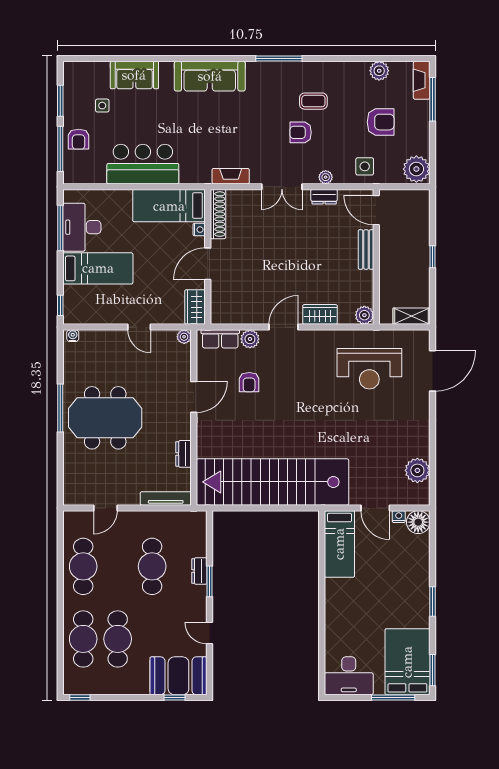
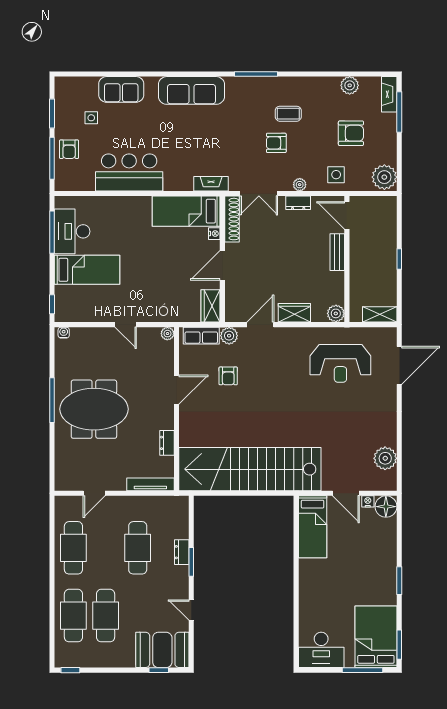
bed: (169, 206) -> (186, 211), moved
shoe rack: (218, 214) -> (232, 219), moved
nightstand: (199, 230) -> (214, 234), moved
wall: (208, 257) -> (222, 259), moved
door: (208, 264) -> (222, 265), moved
wardrobe: (195, 307) -> (210, 306), moved

